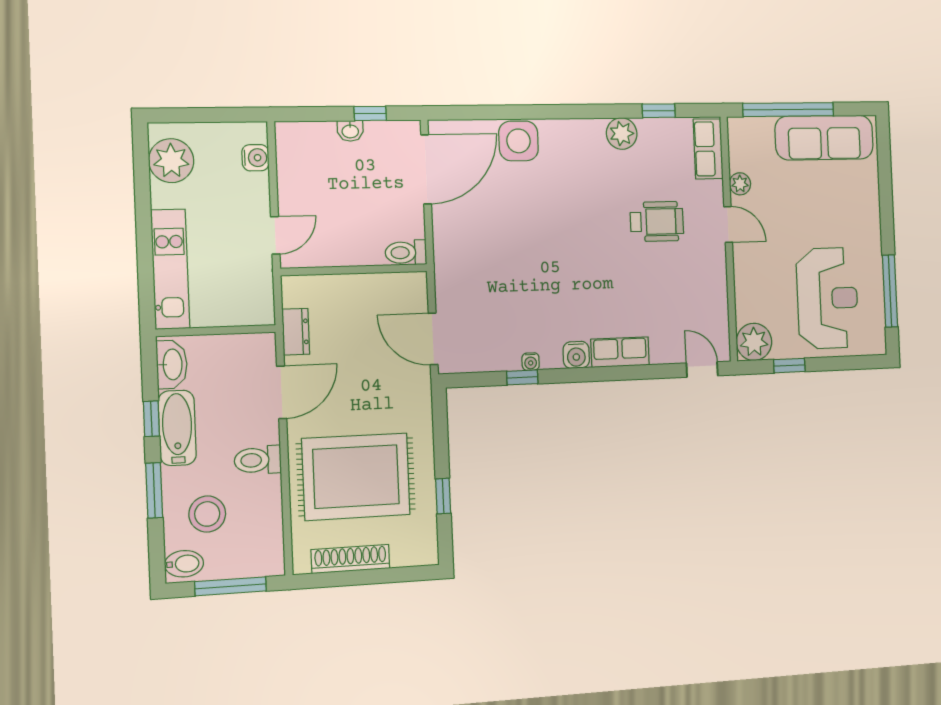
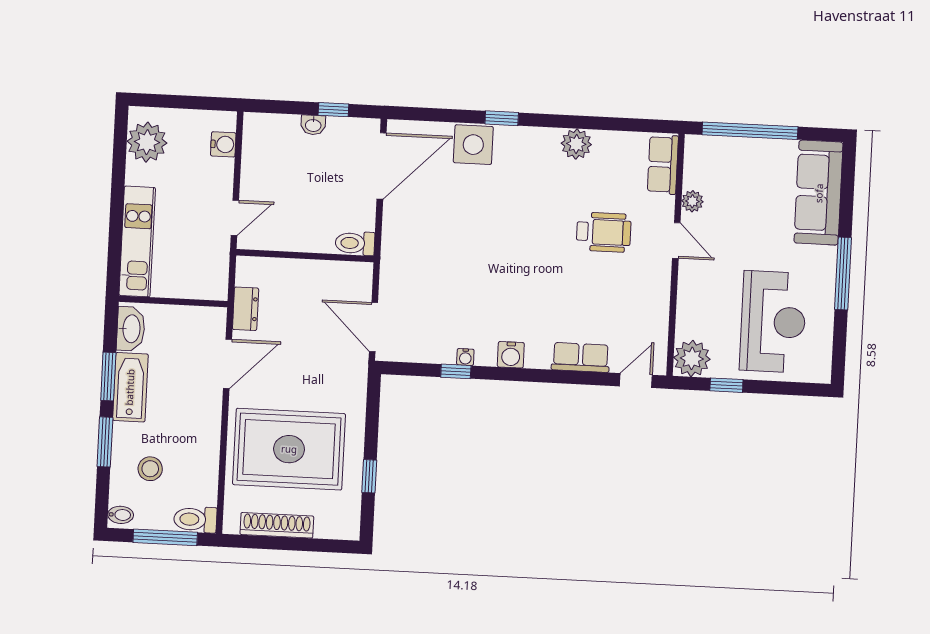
window: (659, 111) -> (502, 118), moved
sofa: (824, 138) -> (819, 193), moved, turned 90
window: (890, 291) -> (843, 274), moved
row of seats: (620, 352) -> (581, 357), moved
door: (702, 369) -> (636, 381), hinge flipped
window: (151, 419) -> (108, 377), width x1.50
toilet: (258, 460) -> (195, 519), moved
stool: (207, 514) -> (150, 469), width x0.73, depth x0.73
bidet: (184, 564) -> (121, 515), width x0.72, depth x0.74

